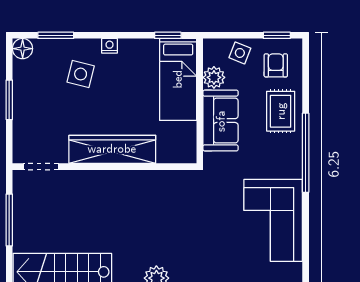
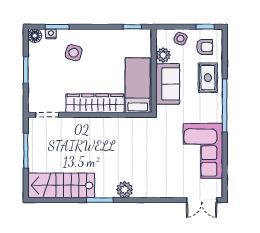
nightstand: (110, 46) -> (51, 34), moved
armchair: (276, 65) -> (205, 47), turned 90
bed: (178, 79) -> (138, 85), moved, turned 180

